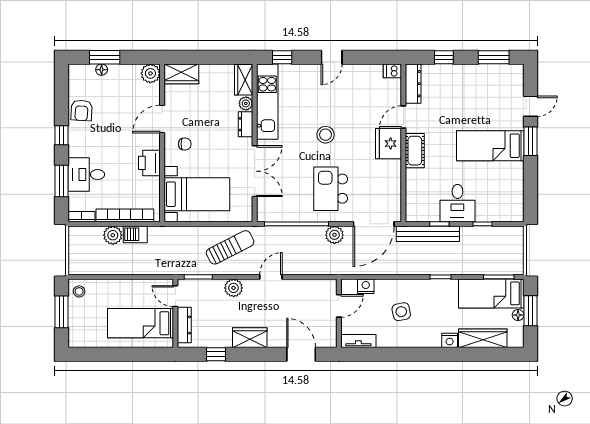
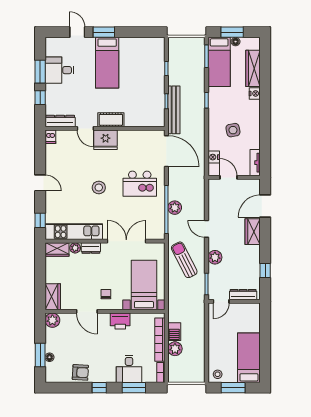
window: (494, 57) -> (40, 72), moved
desk: (457, 203) -> (59, 70), moved, turned 180
plant: (334, 235) -> (175, 208), moved
bed: (140, 323) -> (249, 358), moved, turned 180
wardrobe: (250, 338) -> (253, 232), moved

